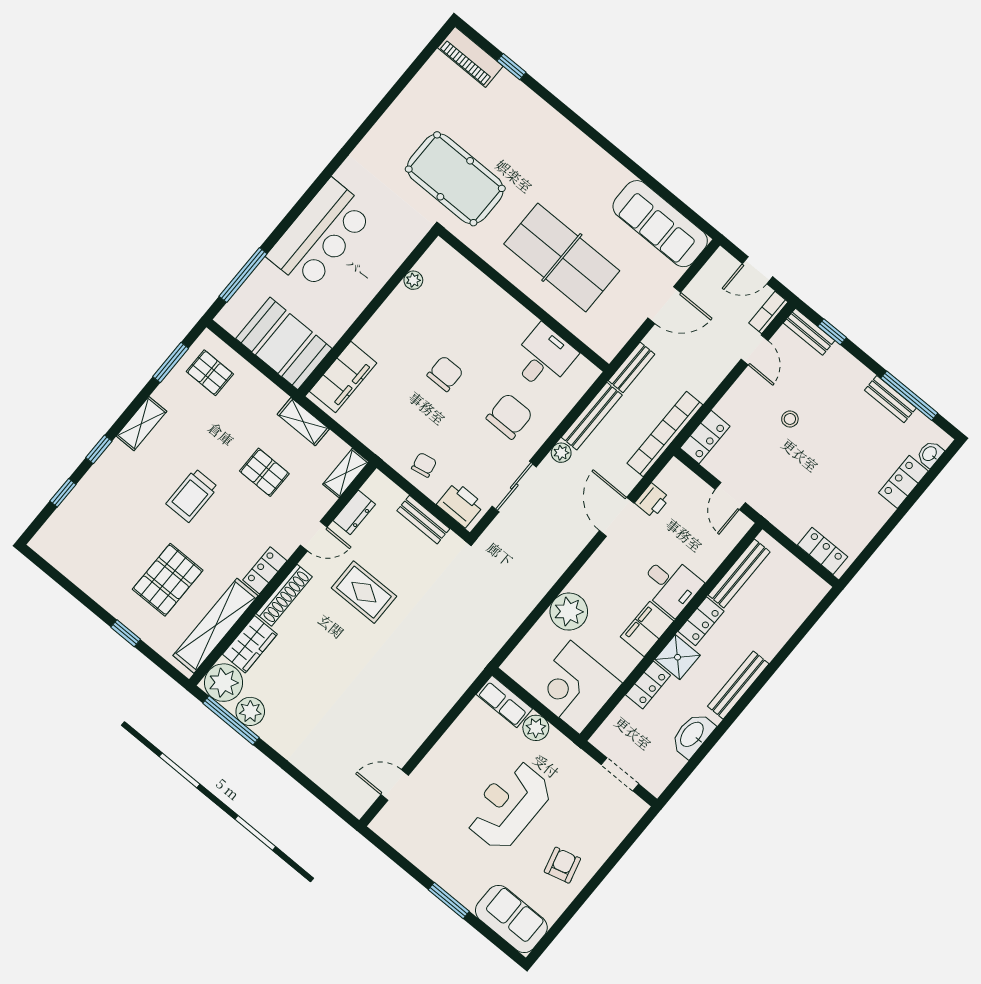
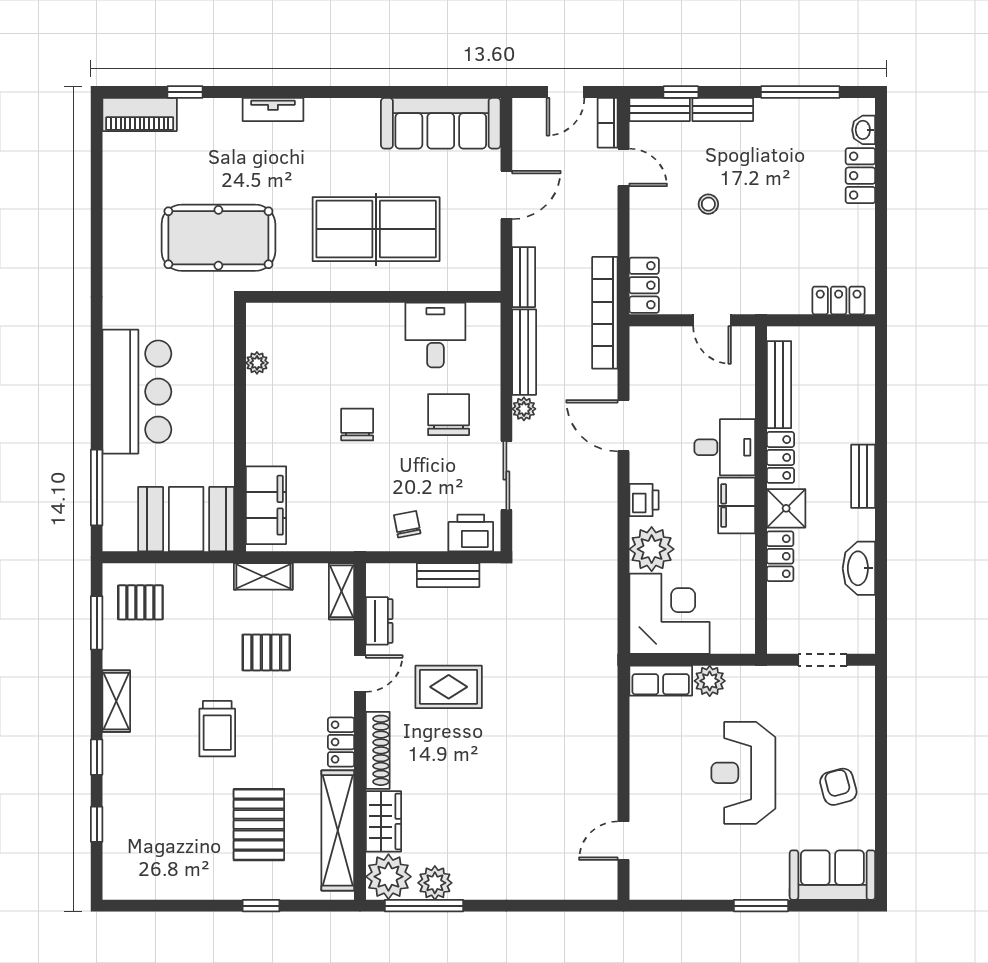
tv unit: (559, 125) -> (273, 109), added
bench: (890, 399) -> (723, 109), moved
printer: (652, 501) -> (644, 500), moved
bench: (738, 685) -> (863, 476), width x0.73
corner desk: (575, 687) -> (669, 614), moved, turned 180

